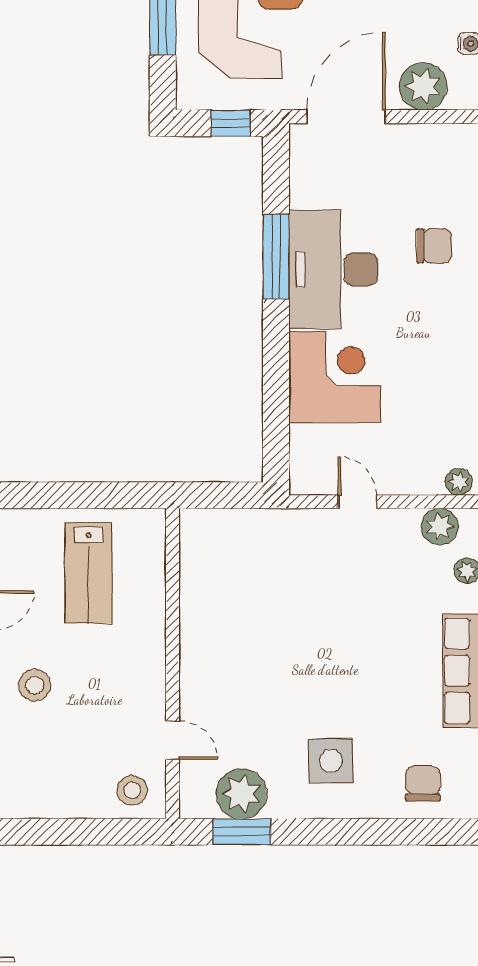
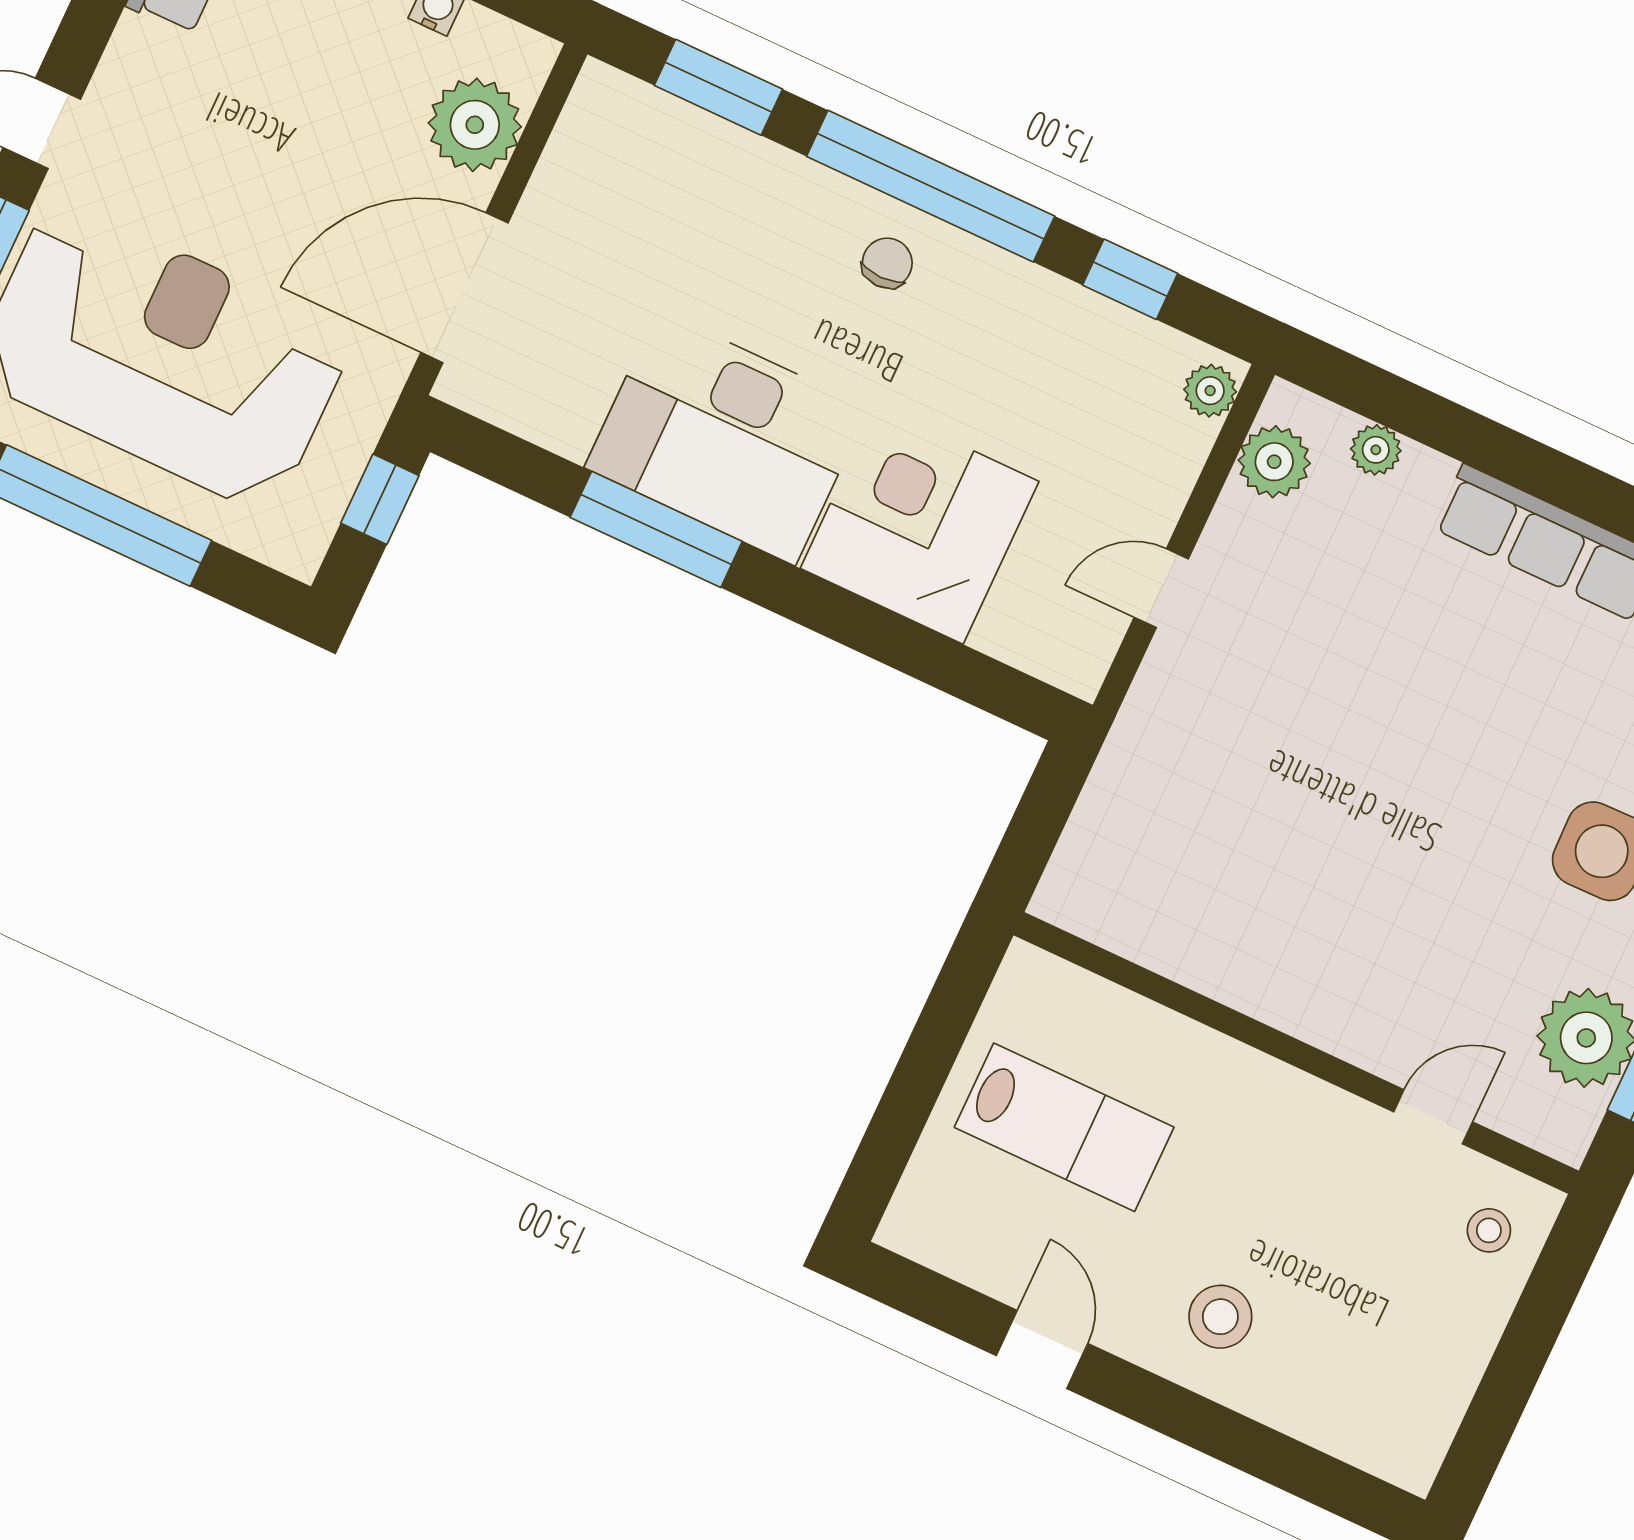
door: (346, 117) -> (464, 288), hinge flipped
chair: (434, 246) -> (887, 263), moved, width x0.73, depth x0.73
stool: (132, 790) -> (1489, 1230), width x0.73, depth x0.73

